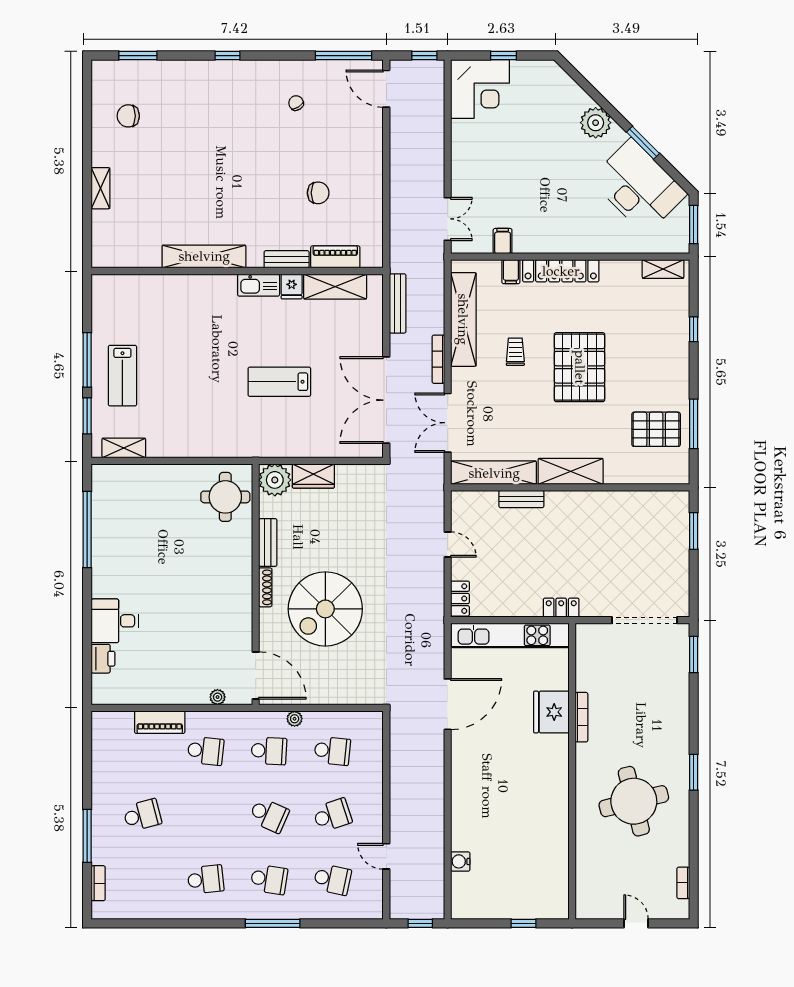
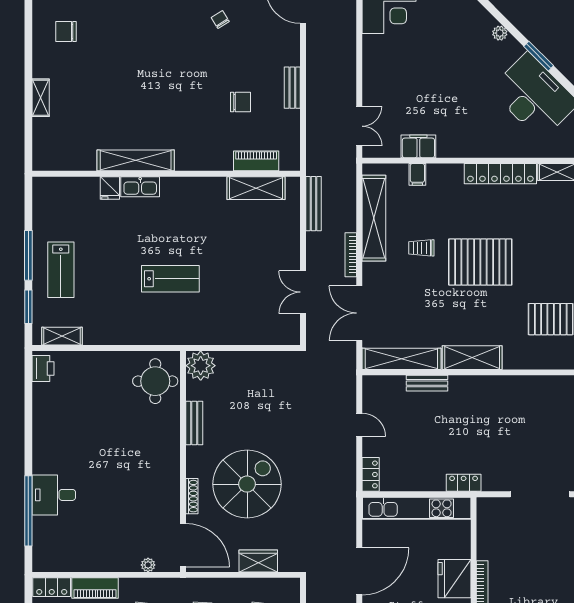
plant: (596, 123) -> (500, 33), width x0.53, depth x0.53
filing cabinet: (503, 241) -> (418, 146), width x2.00
bench: (287, 259) -> (292, 88), moved, turned 90
locker: (561, 271) -> (500, 174), moved
kitchen sink: (259, 285) -> (140, 187), moved
fridge: (292, 286) -> (110, 188), moved
trolley: (515, 352) -> (421, 248), turned -90
pallet: (580, 367) -> (480, 262), turned 90
lab bench: (279, 382) -> (170, 279), moved, turned 180
double door: (386, 400) -> (303, 292), width x0.54
wardrobe: (313, 476) -> (258, 561), moved, turned 180
window: (87, 529) -> (28, 511), moved
shoe rack: (265, 587) -> (192, 496), moved
spiral stairs: (325, 609) -> (247, 484), turned 180
printer: (103, 659) -> (43, 368), moved
plant: (295, 719) -> (219, 585), removed
locker: (113, 721) -> (52, 587), added

